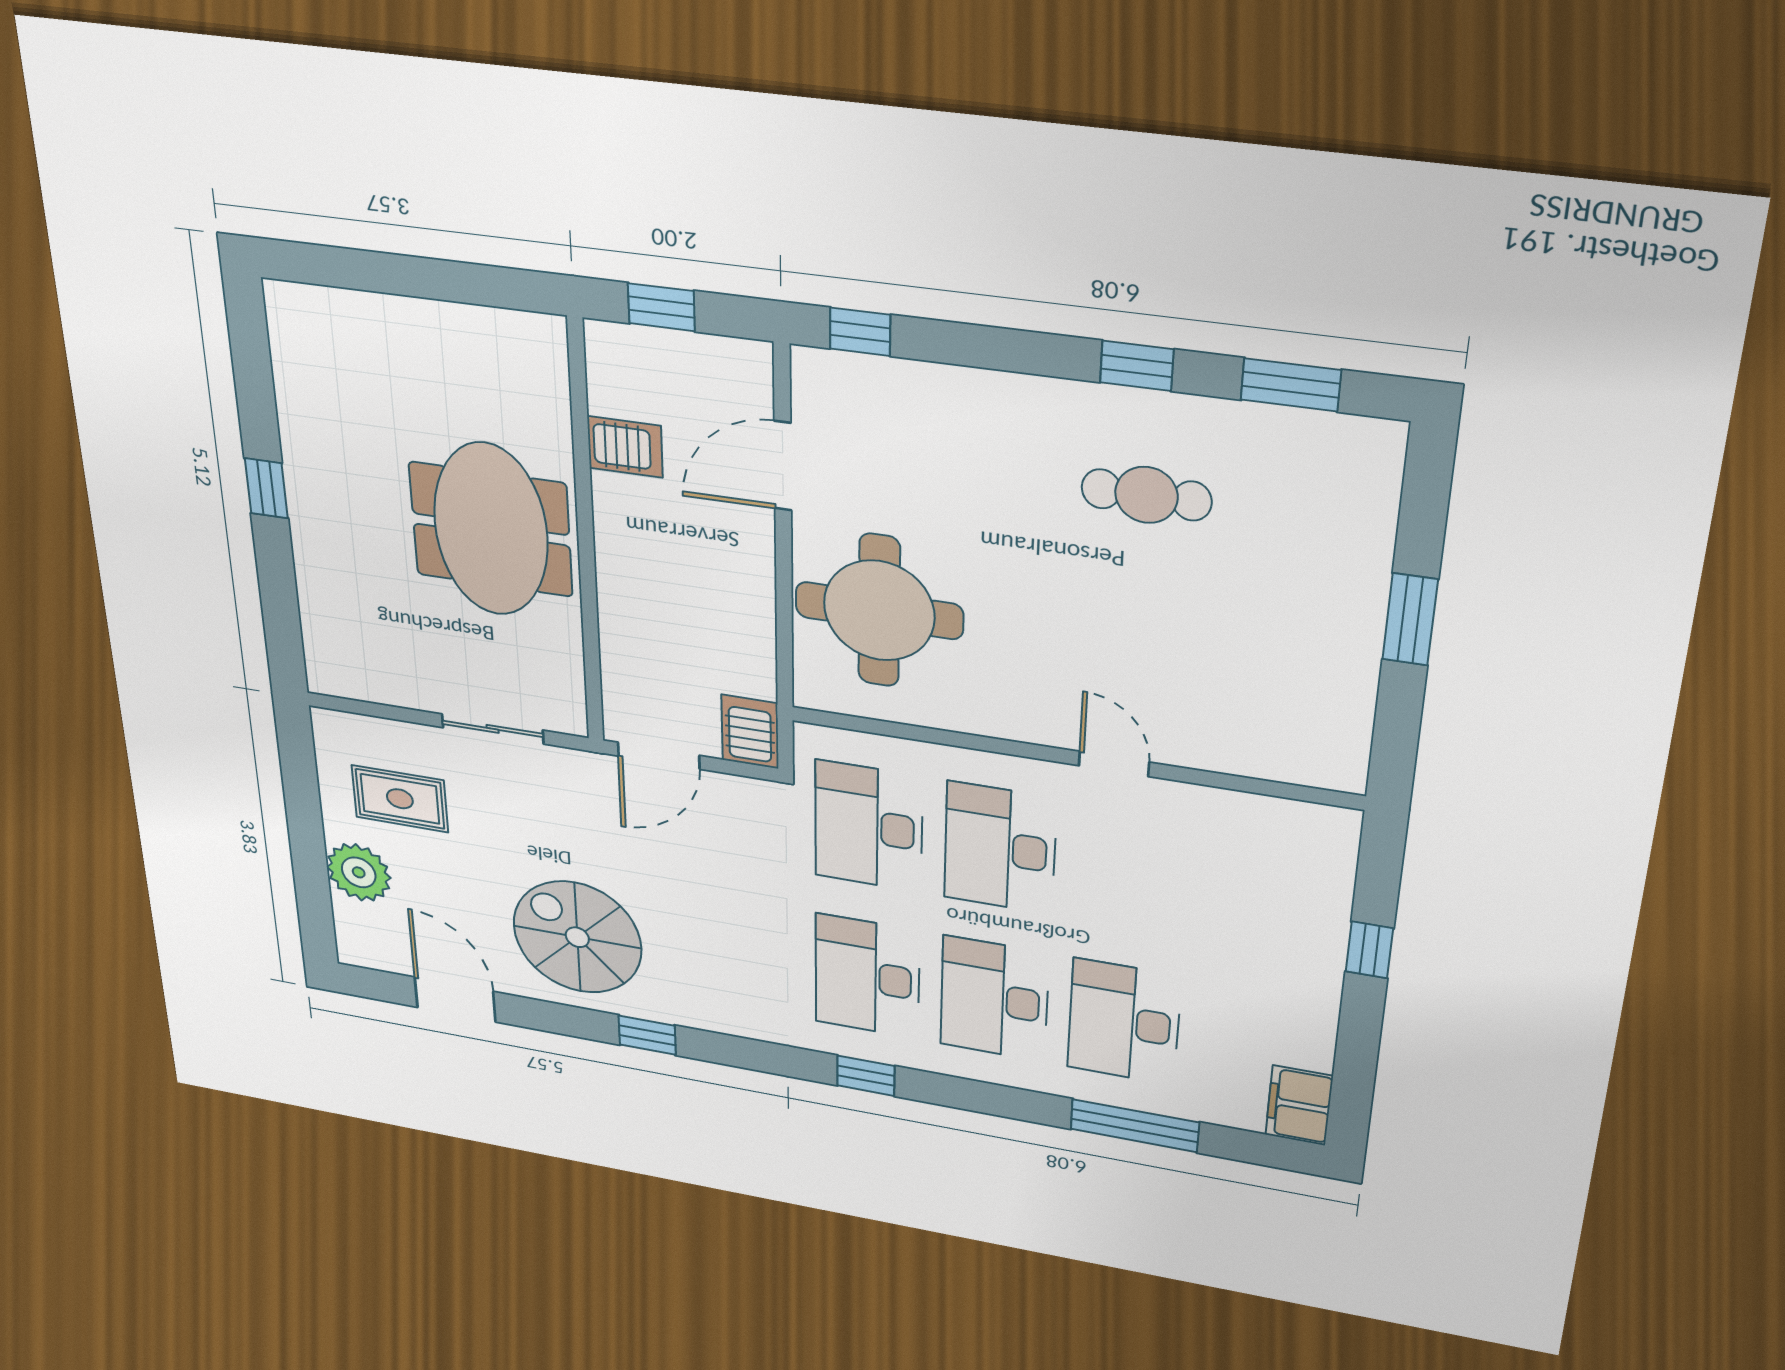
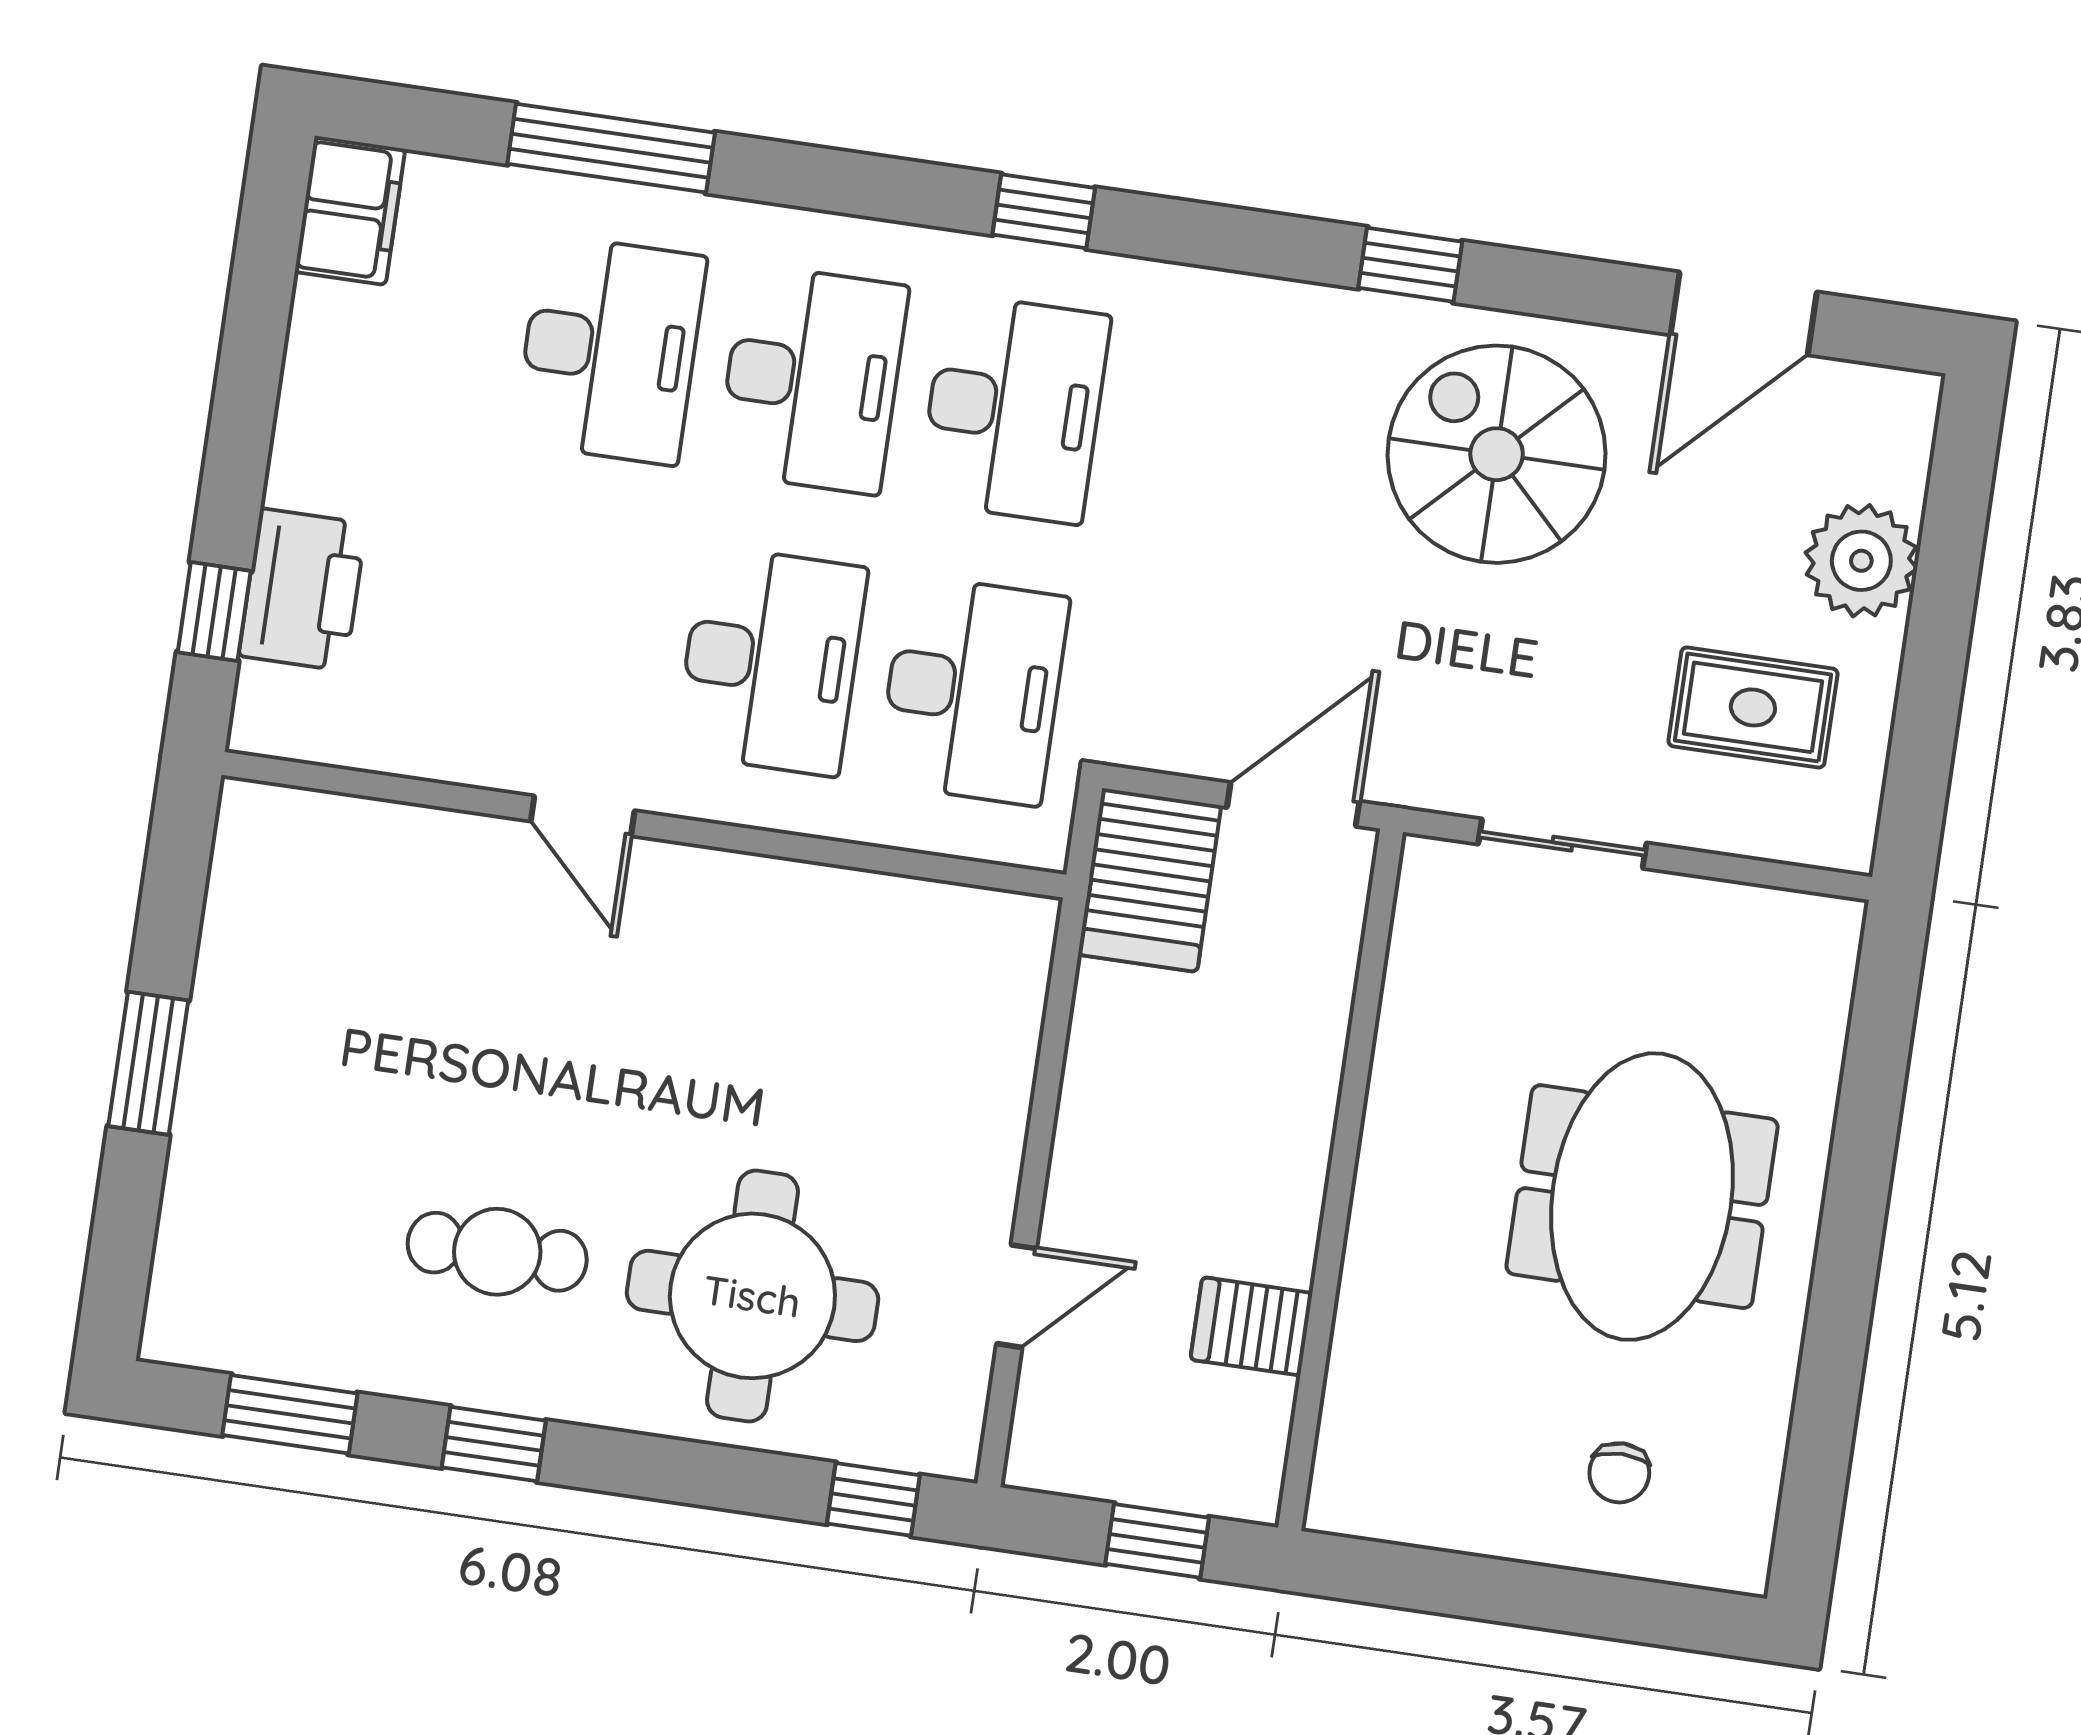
chair: (372, 356) -> (1619, 1473), added
door: (783, 466) -> (1017, 1296), width x0.73
window: (266, 488) -> (1847, 1259), removed
meeting table: (491, 529) -> (1642, 1197), moved
round table: (879, 611) -> (752, 1296), moved
server rack: (750, 732) -> (1150, 880), width x1.36, depth x1.44
printer: (1316, 902) -> (303, 590), added
spiral stairs: (577, 937) -> (1497, 454), turned 180
window: (1369, 950) -> (214, 612), moved
door: (455, 999) -> (1744, 313), hinge flipped

